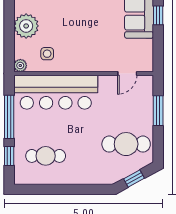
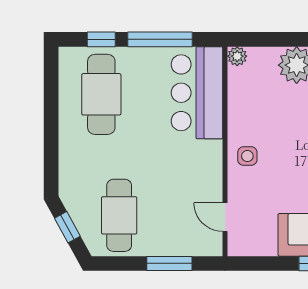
side table: (47, 54) -> (247, 156), moved
bar counter: (56, 92) -> (197, 93), width x0.73
cafe table: (46, 156) -> (101, 94), width x1.37, depth x1.35

